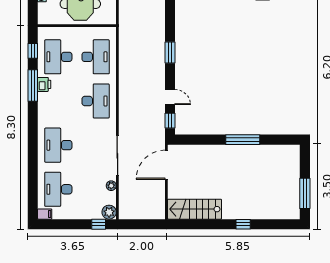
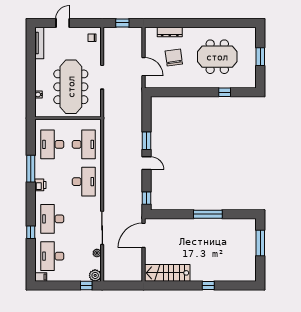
window: (33, 51) -> (31, 232), moved
printer: (44, 84) -> (40, 185), moved
door: (170, 97) -> (147, 163), moved
window: (305, 193) -> (260, 243), moved

